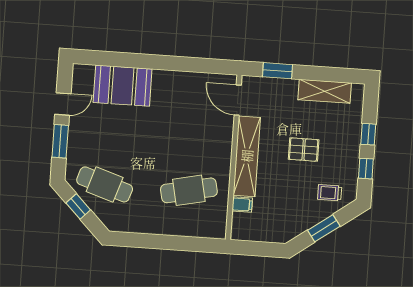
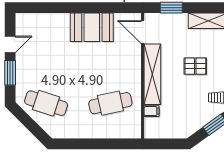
booth: (123, 86) -> (92, 27), moved
window: (78, 206) -> (27, 121), removed

